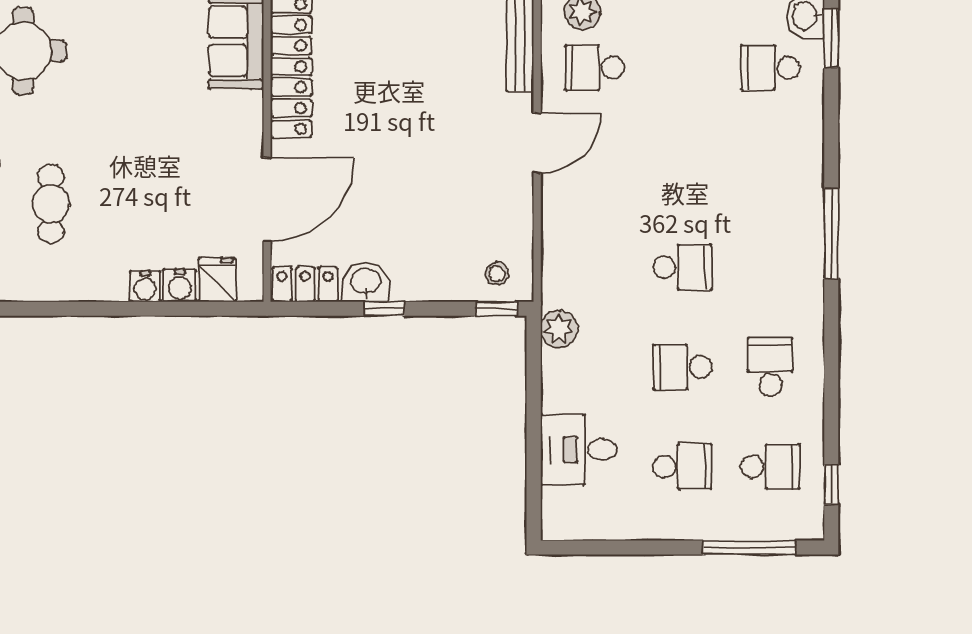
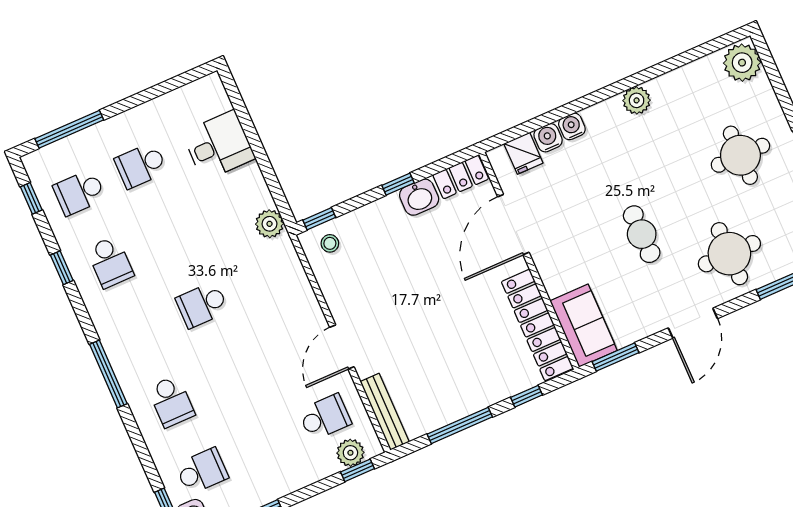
cafe table: (51, 204) -> (642, 234), moved
plant: (54, 284) -> (637, 100), added
school desk: (682, 367) -> (171, 402), moved, turned 90
window: (831, 385) -> (62, 268), added

